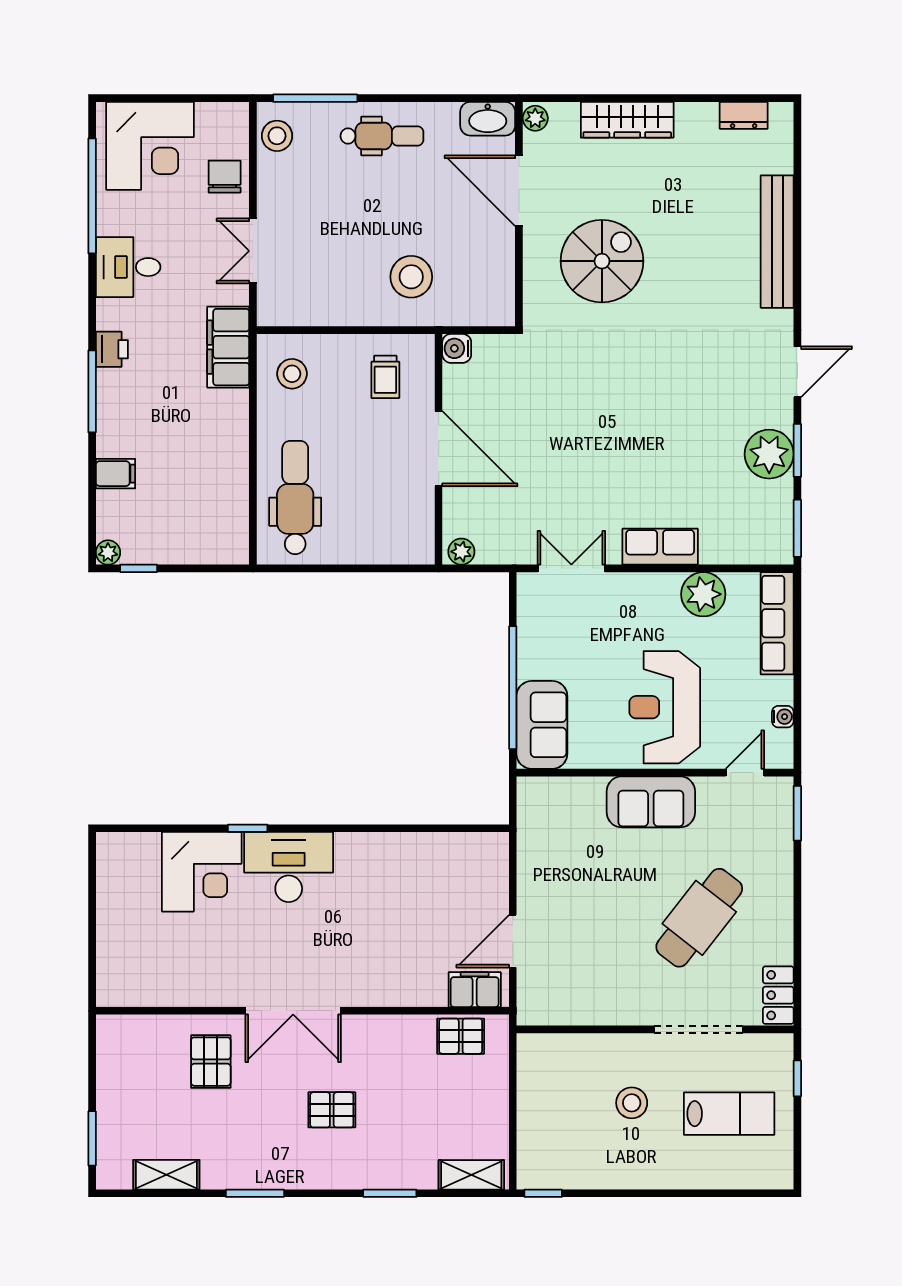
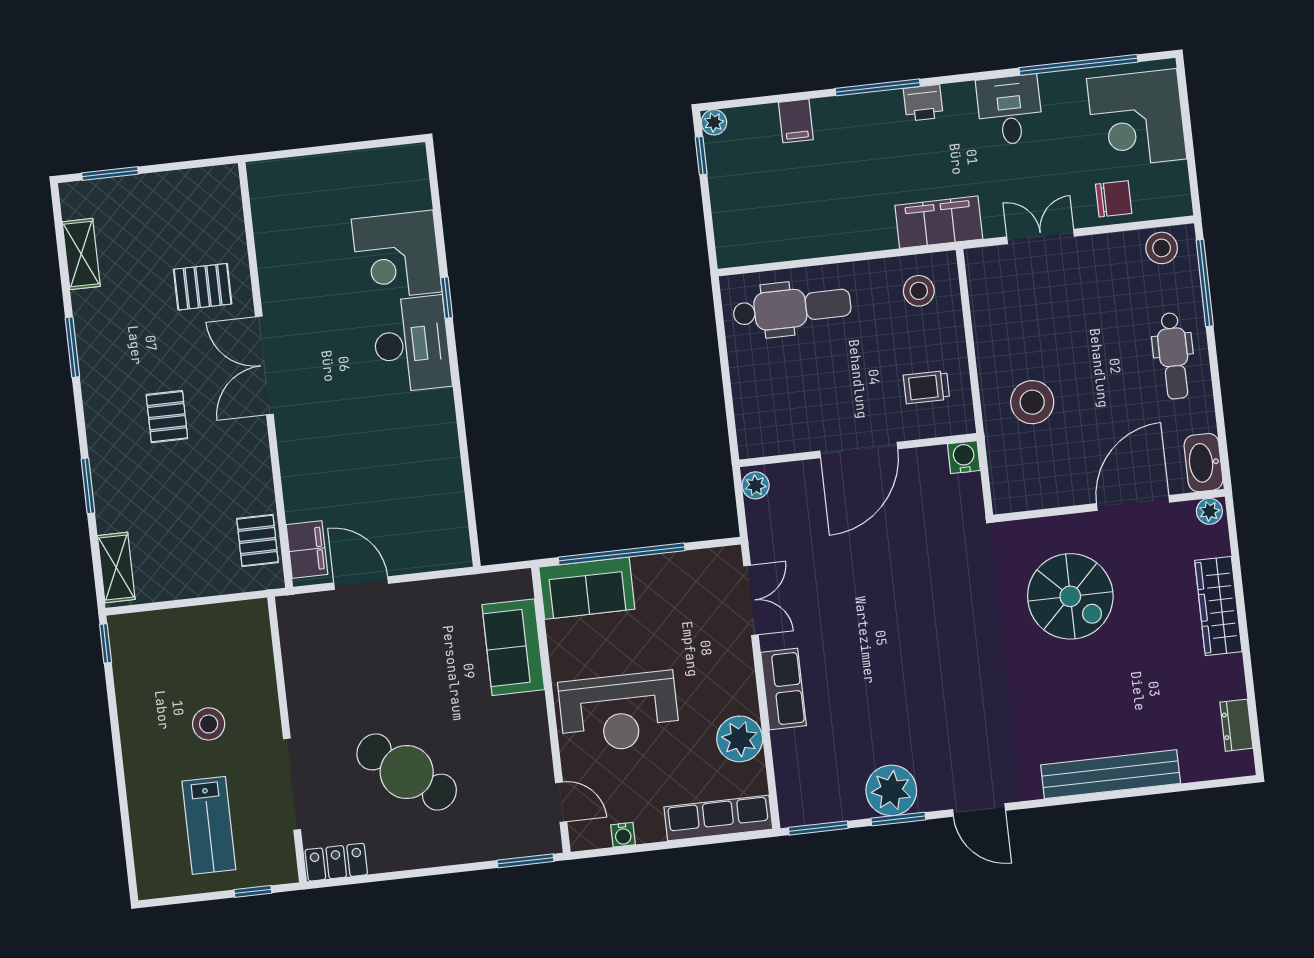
reception desk: (665, 707) -> (619, 712), turned 180
sofa: (651, 802) -> (513, 647), moved

